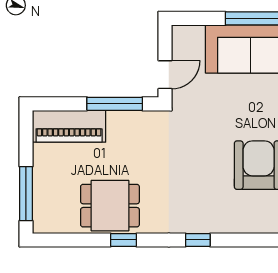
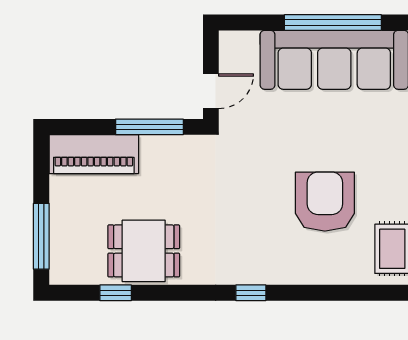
window: (124, 240) -> (116, 293), moved

